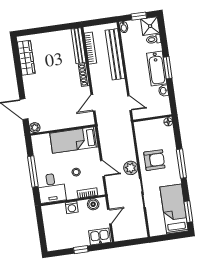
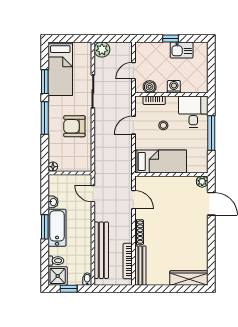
wardrobe: (26, 58) -> (189, 278), moved, turned 90
door: (93, 103) -> (133, 200), hinge flipped
door: (102, 168) -> (133, 125), hinge flipped
plant: (131, 168) -> (102, 50), moved
window: (188, 212) -> (45, 82), moved
kitchen sink: (100, 236) -> (182, 50), moved

